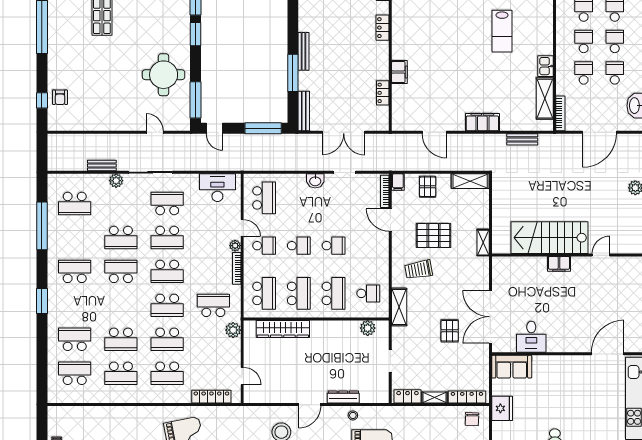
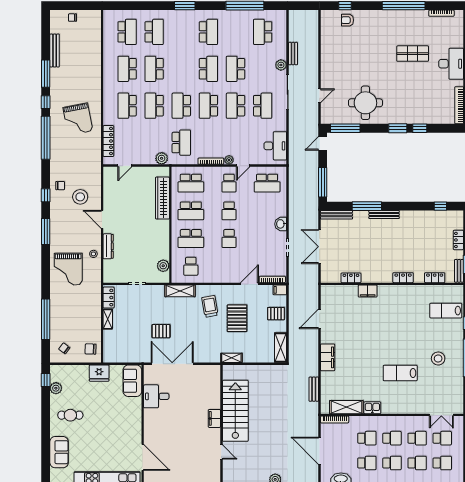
locker: (467, 397) -> (108, 345), removed

